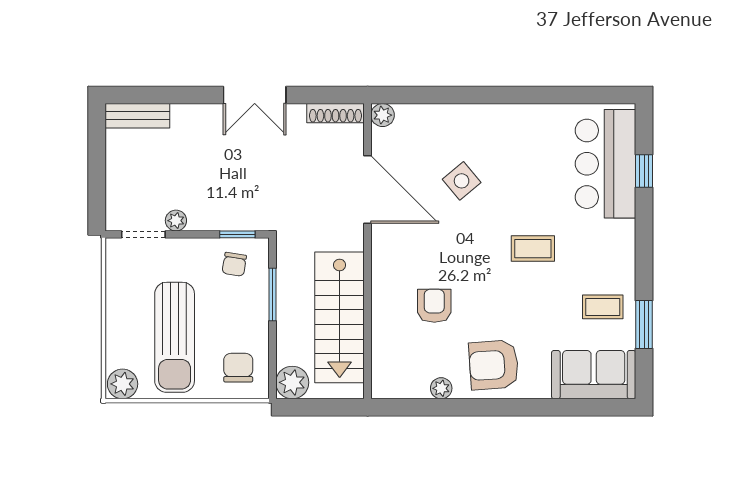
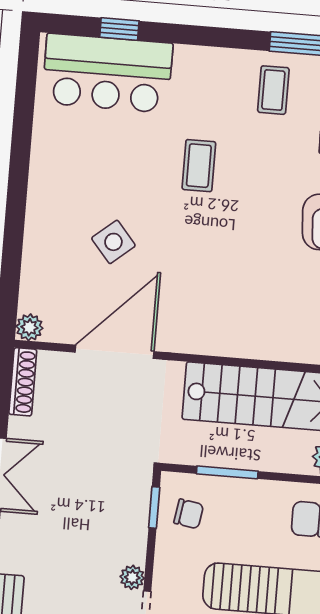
armchair: (434, 306) -> (256, 286), removed

